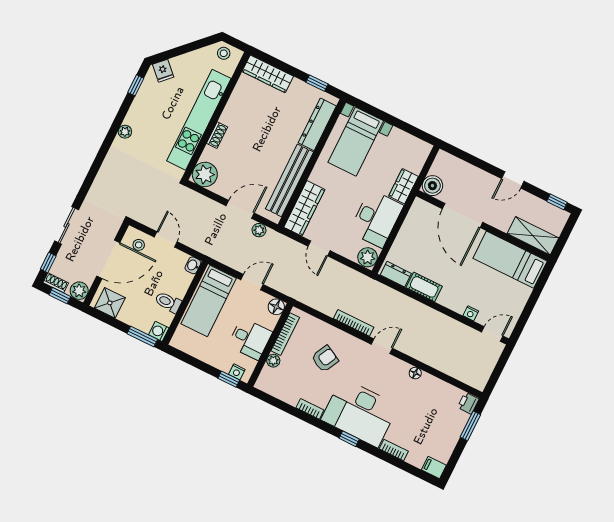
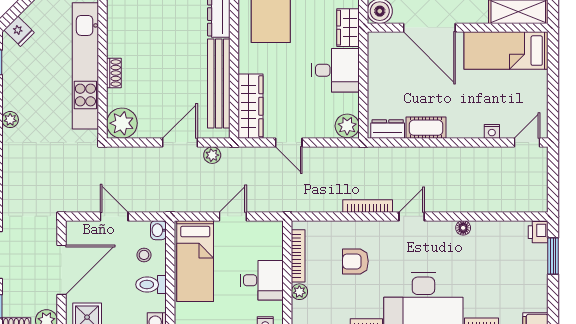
desk: (376, 219) -> (336, 70), width x0.73
stool: (139, 245) -> (144, 255), moved
floor lamp: (276, 307) -> (273, 230), removed
armchair: (325, 359) -> (355, 261), turned -118

